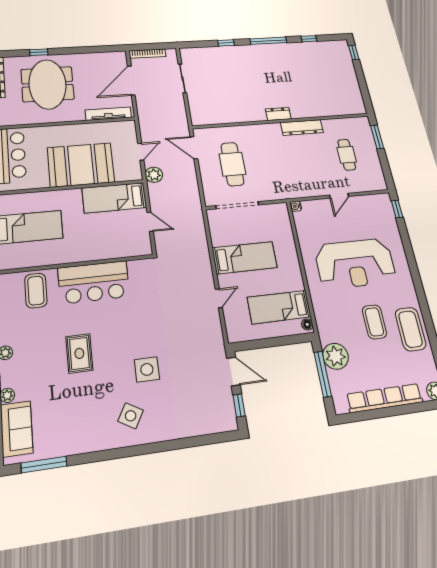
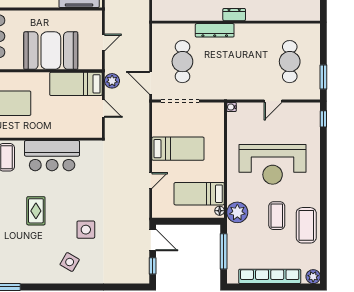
dresser: (302, 127) -> (215, 30), moved
window: (377, 137) -> (323, 77), moved
door: (194, 148) -> (151, 83), moved
cafe table: (347, 155) -> (290, 62), width x1.37, depth x1.35
plant: (154, 175) -> (112, 81), moved
plant: (336, 356) -> (237, 212), moved

